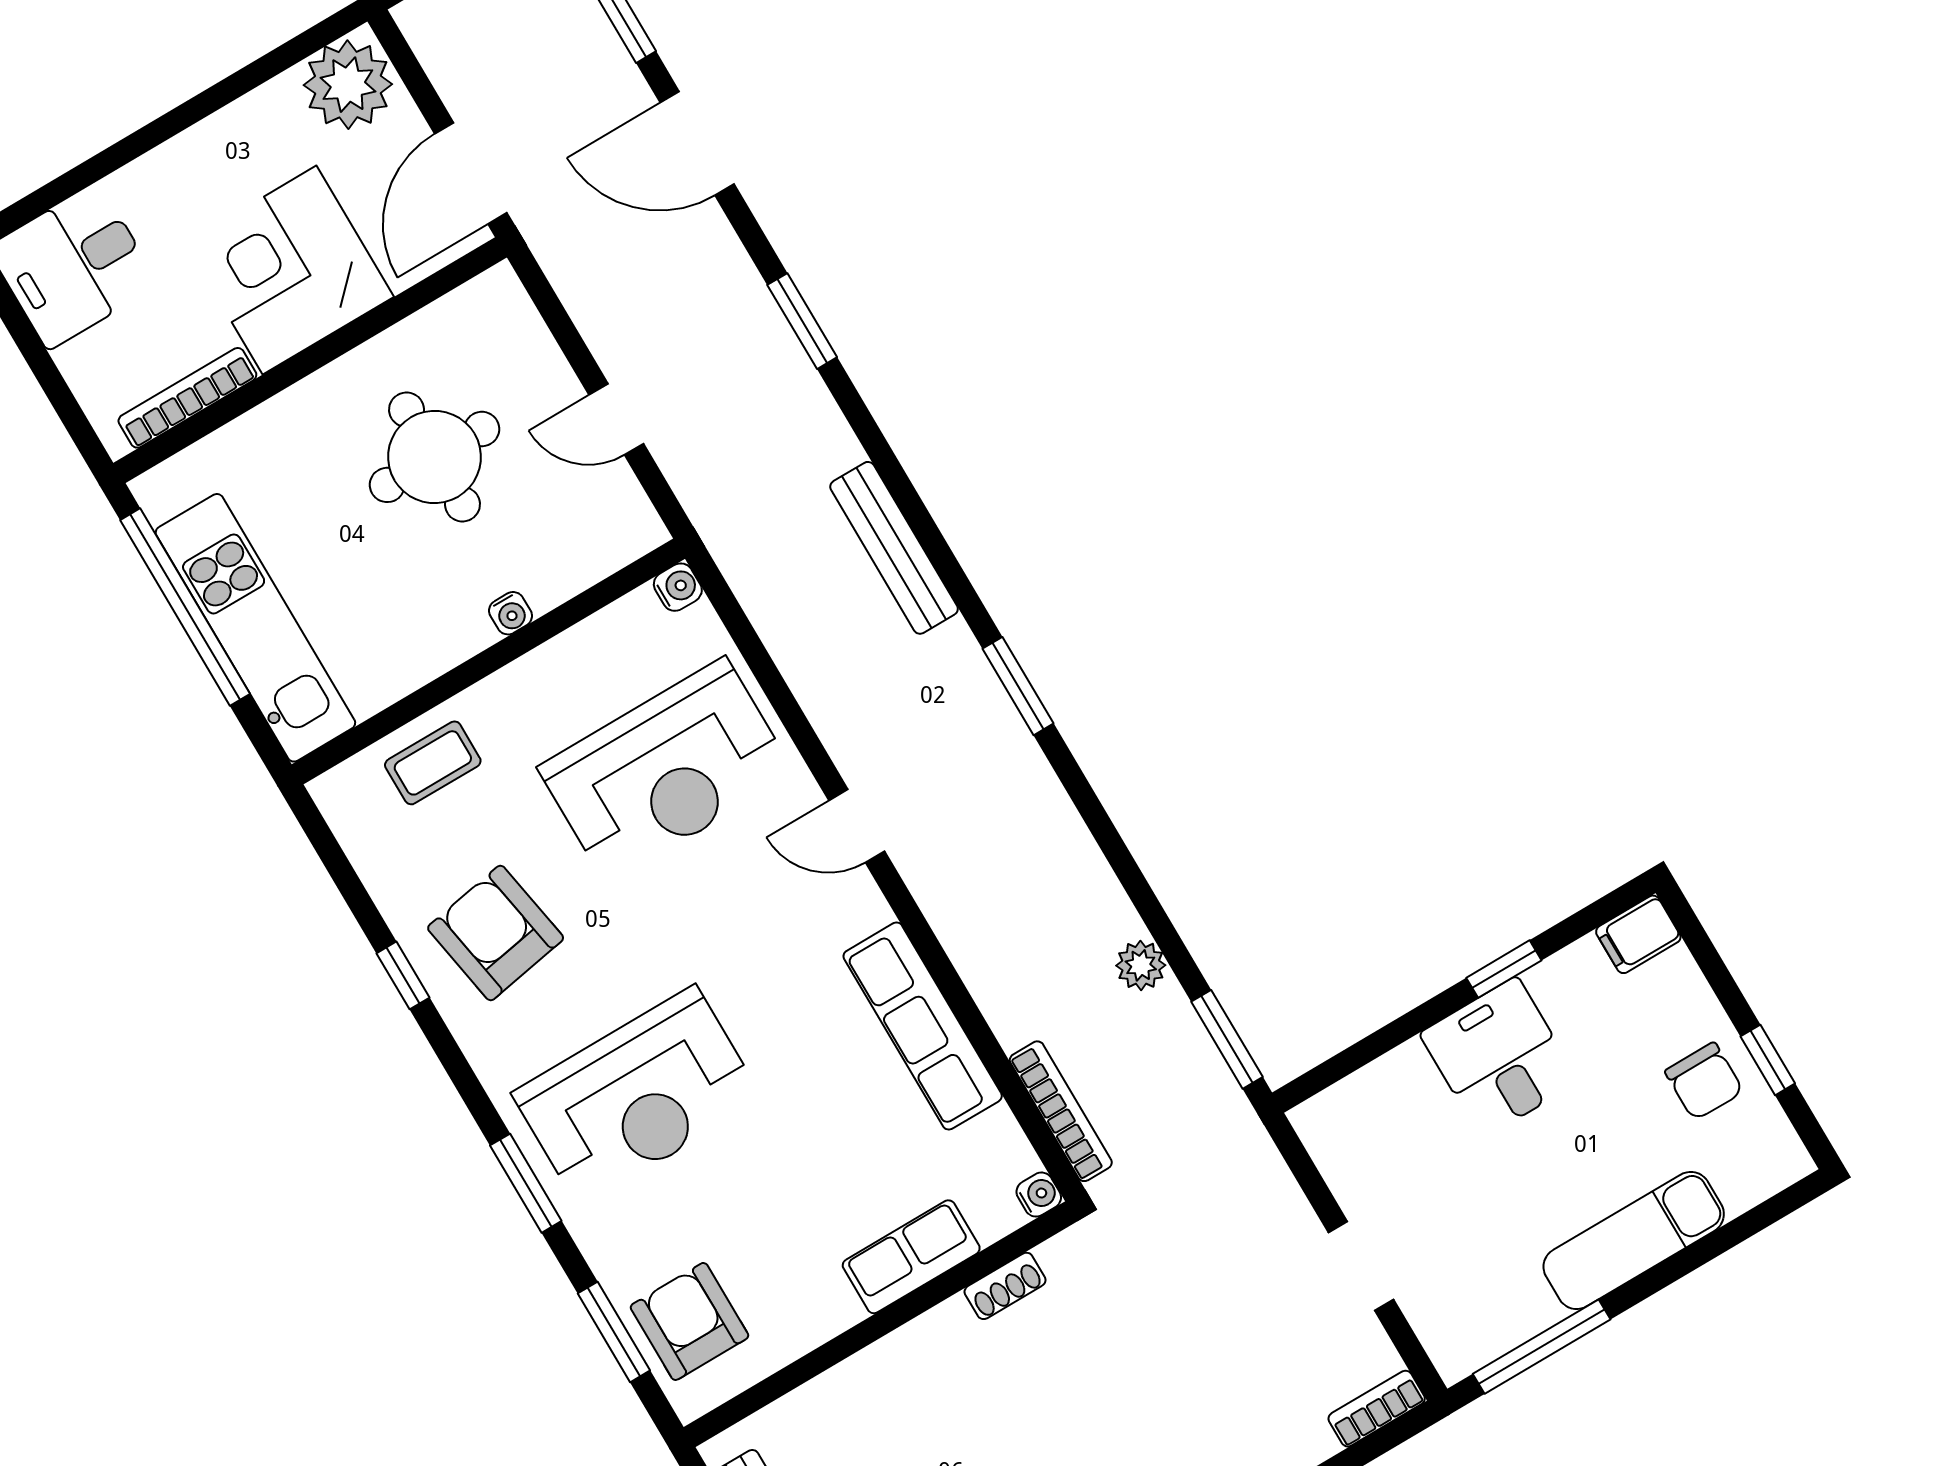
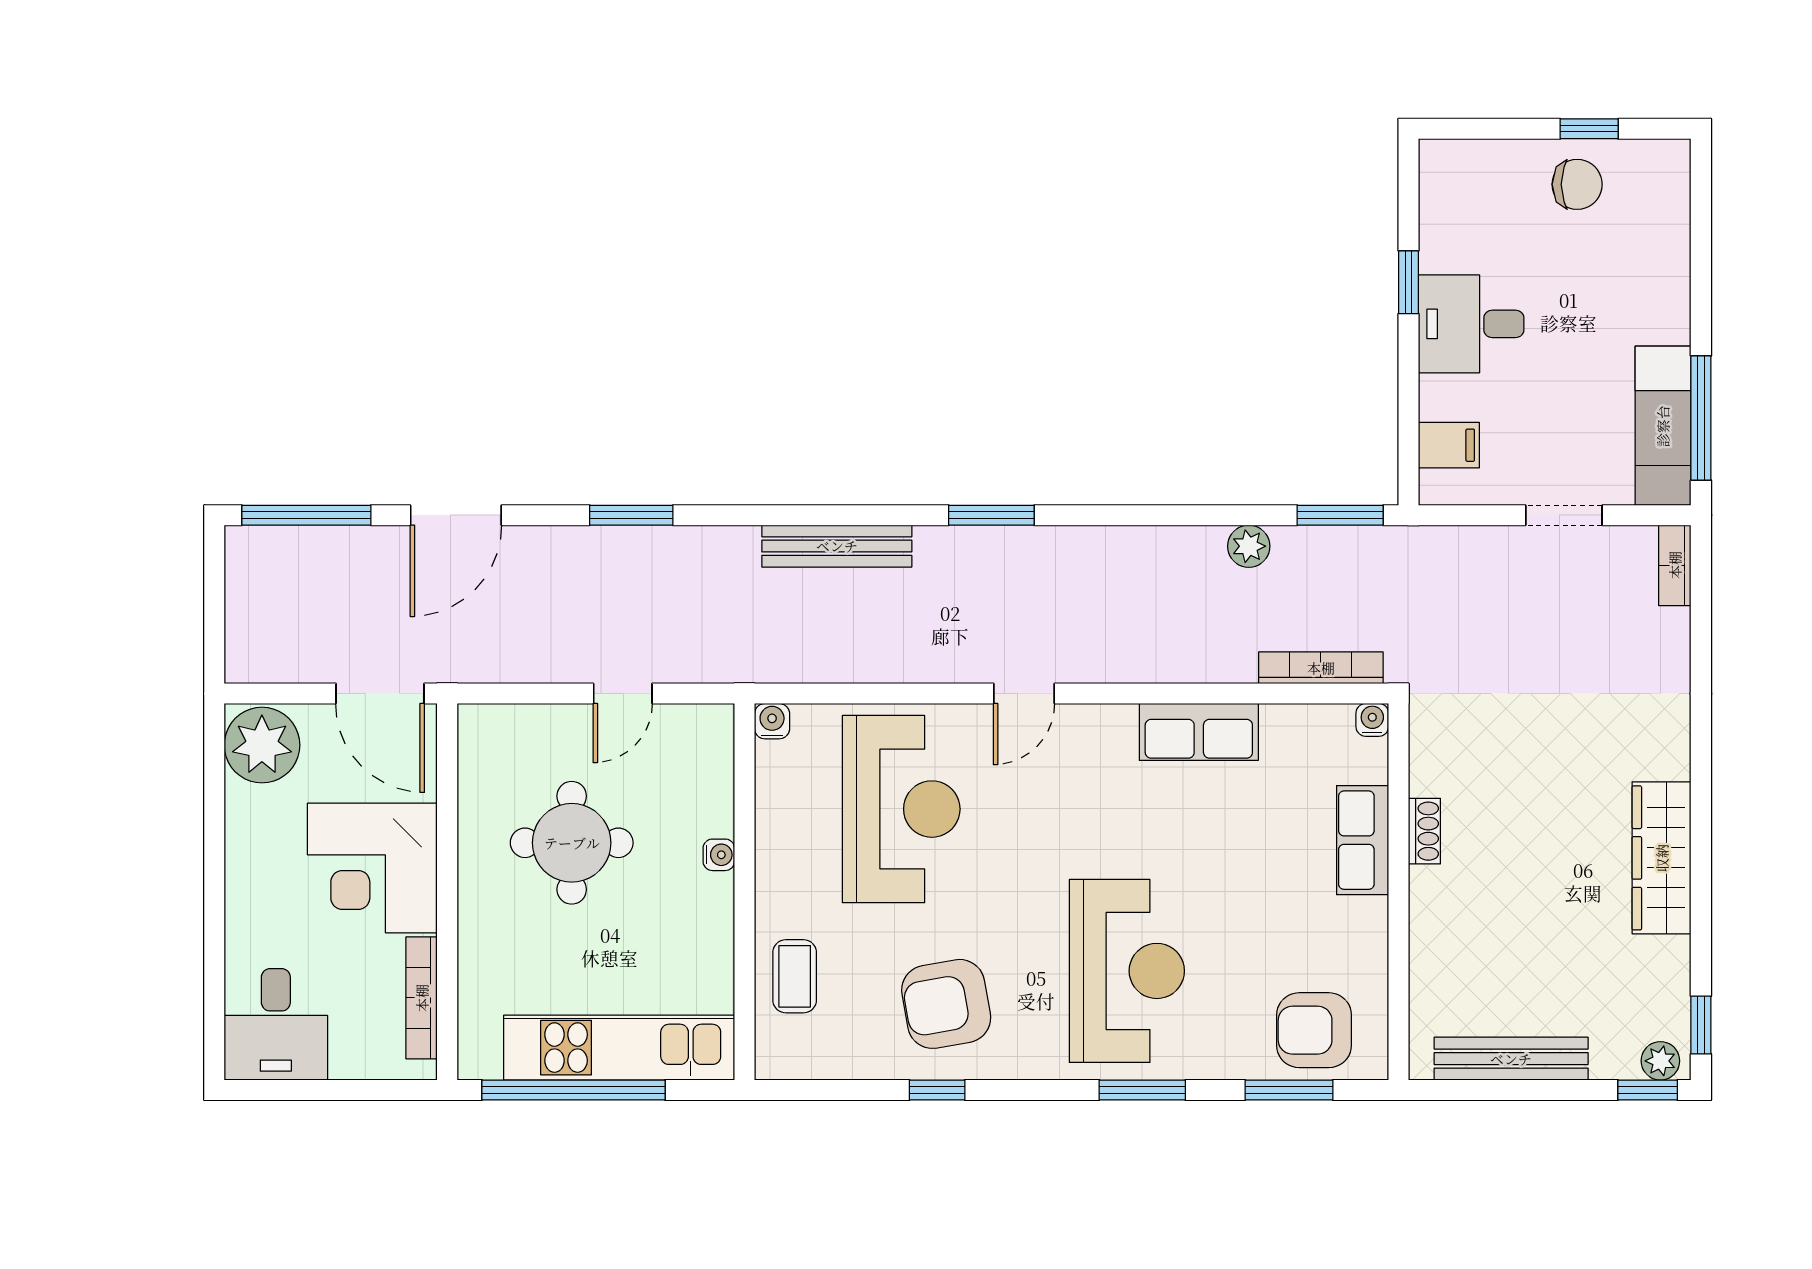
filing cabinet: (1638, 934) -> (1449, 445), moved, turned -90
row of seats: (923, 1026) -> (1199, 732), width x0.68
exam couch: (1634, 1240) -> (1663, 426), moved
shoe rack: (1005, 1286) -> (1424, 831), moved

